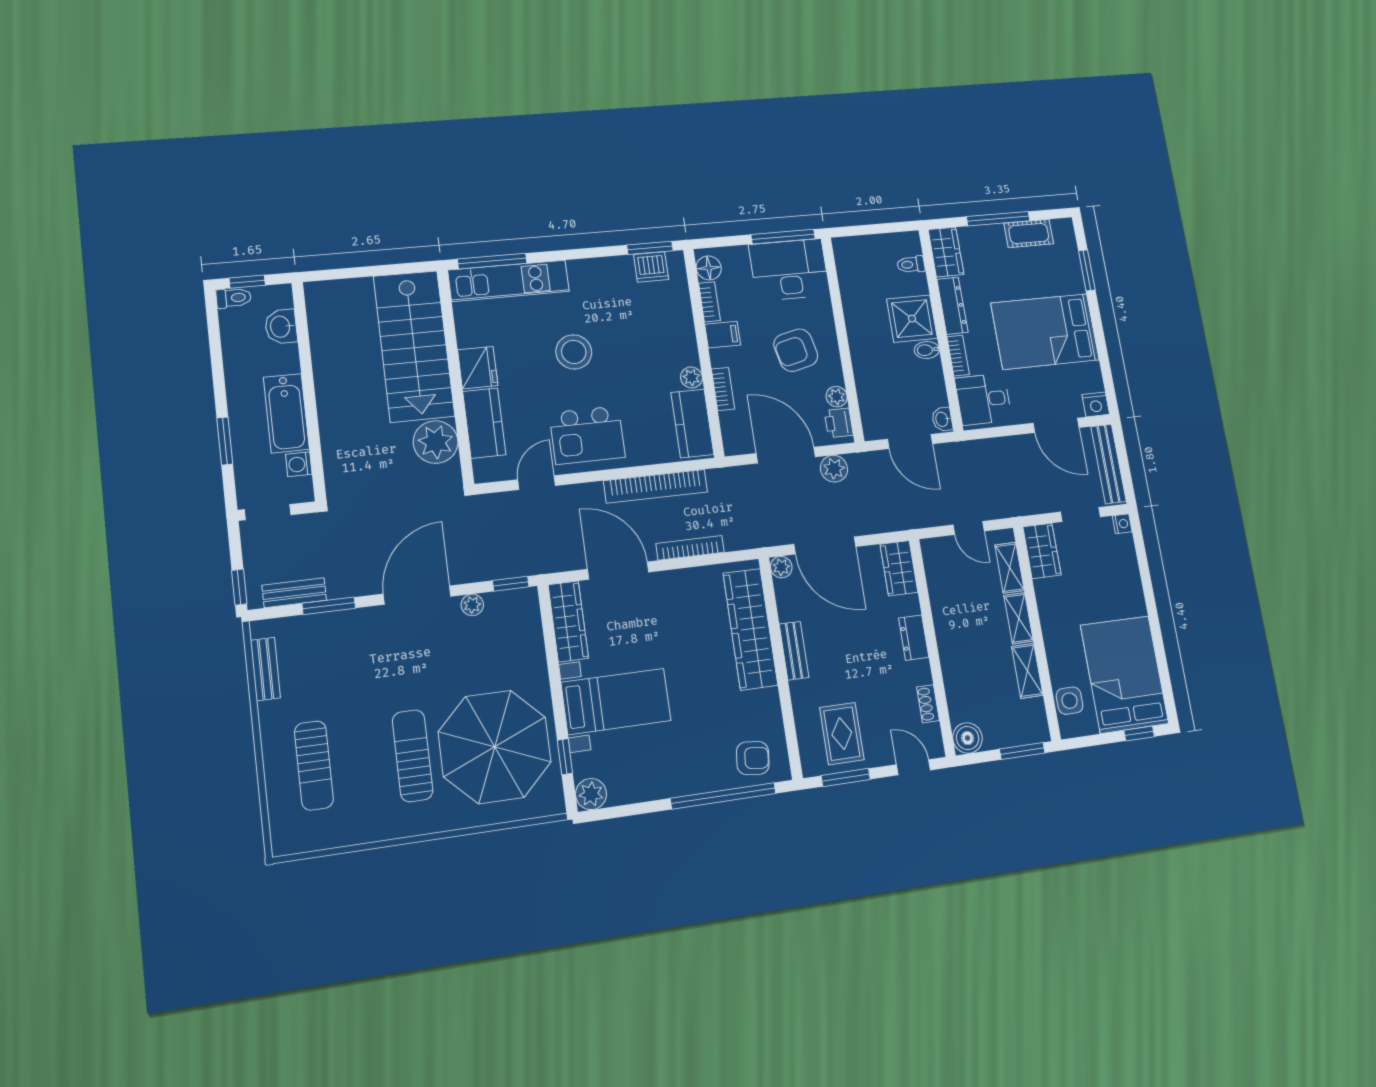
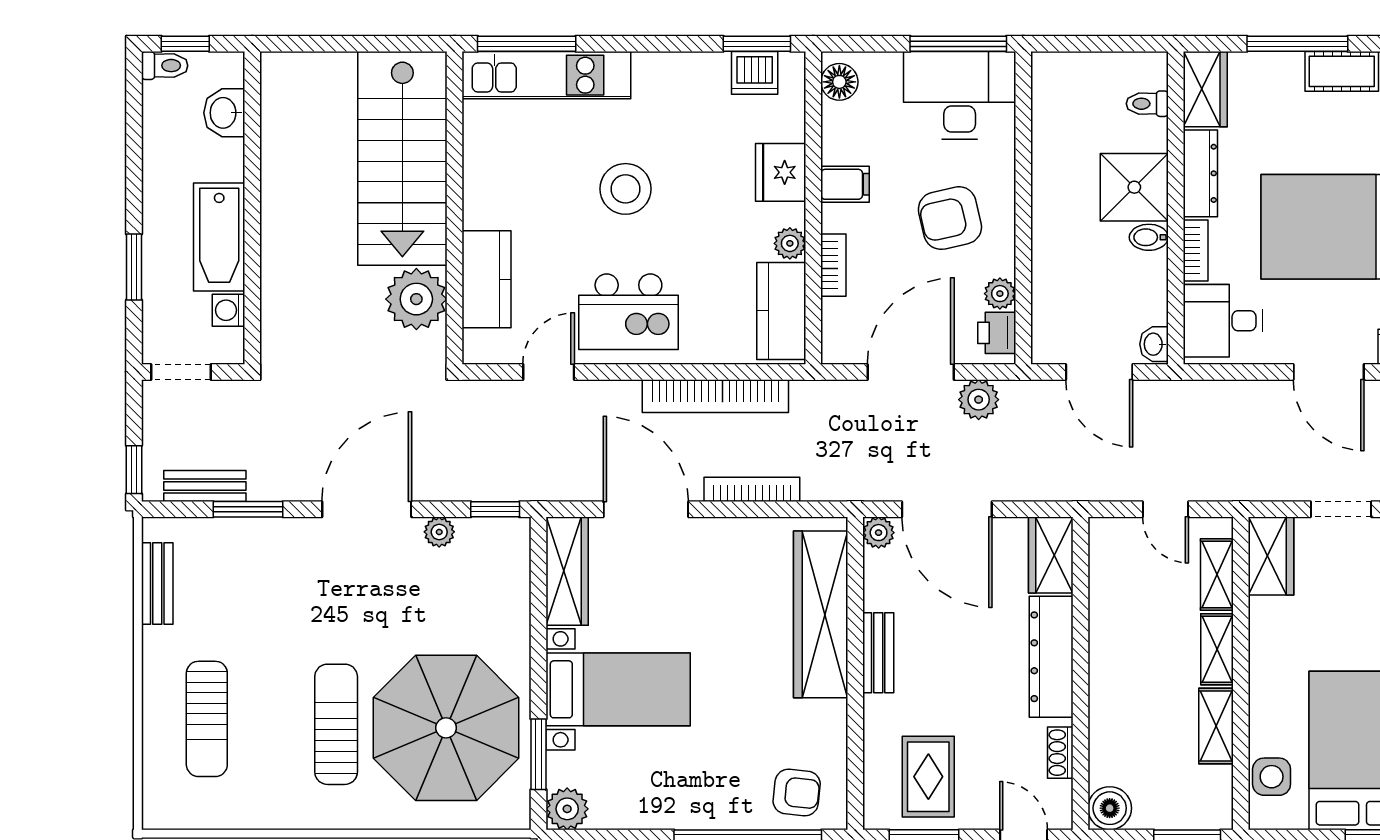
bookcase: (709, 302) -> (833, 133), removed
fridge: (478, 368) -> (781, 172), moved, turned 180
door: (786, 455) -> (911, 372), hinge flipped
dresser: (914, 638) -> (1051, 657), width x1.96, depth x1.24
window: (565, 757) -> (539, 754), width x1.50

